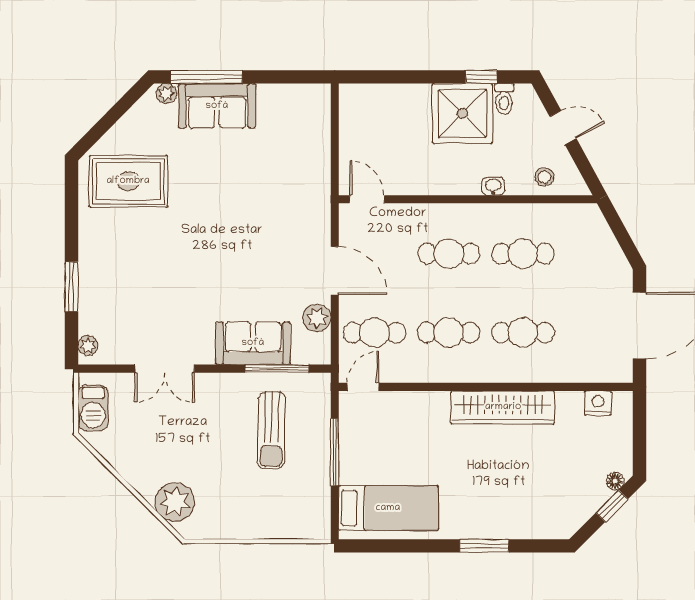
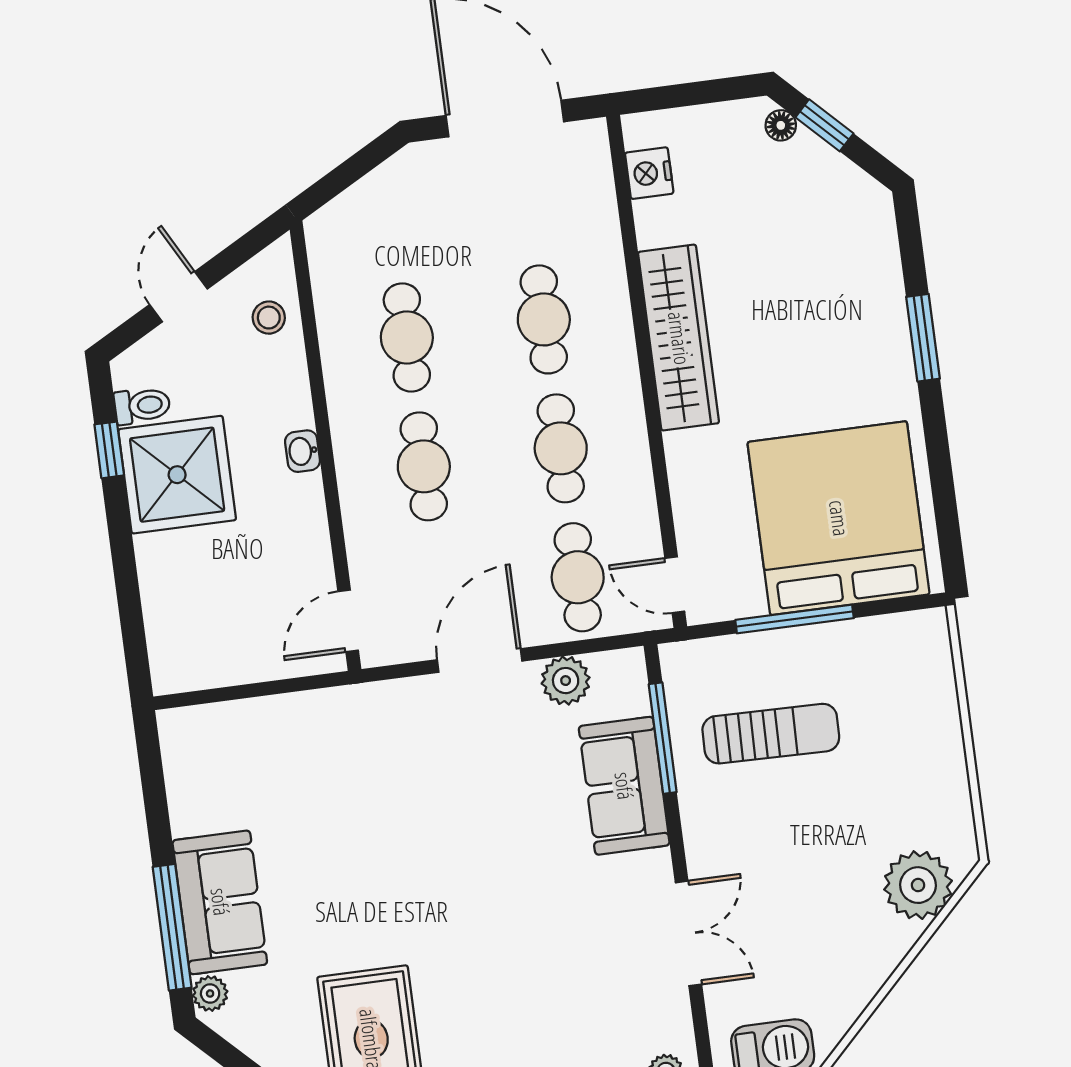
washbasin: (493, 186) -> (303, 451), moved
bed: (388, 508) -> (839, 518), width x2.04

